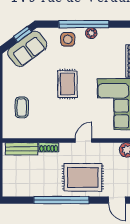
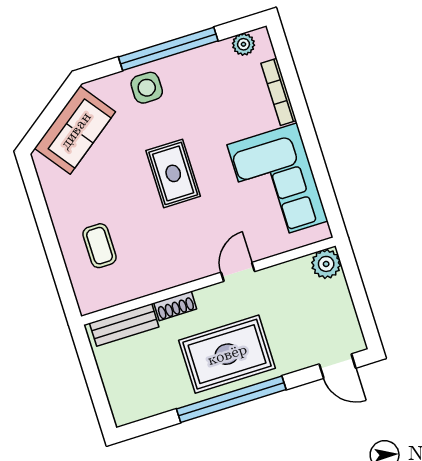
plant: (91, 33) -> (243, 44), moved
window: (22, 34) -> (57, 105), removed
rug: (83, 177) -> (227, 354), moved

